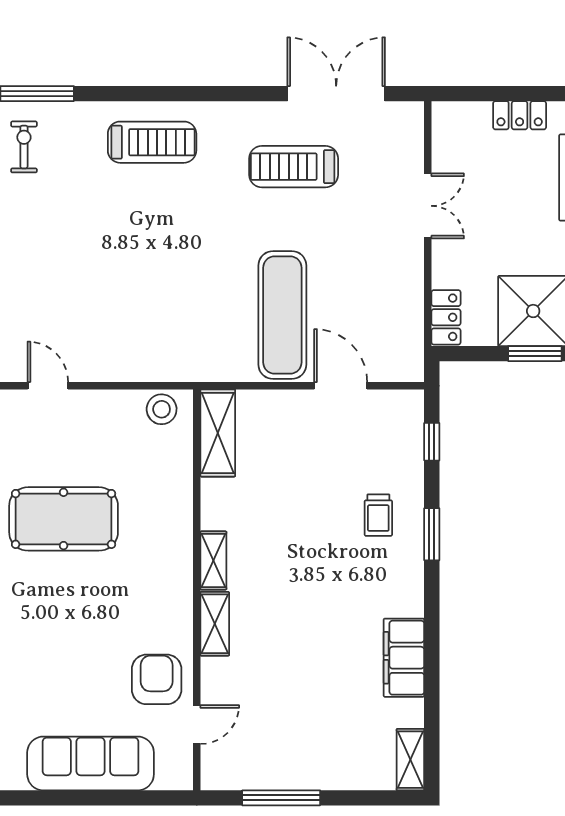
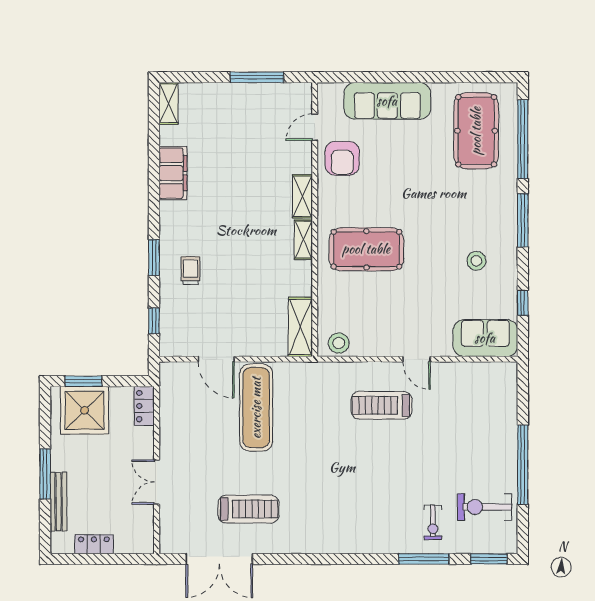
treadmill: (152, 142) -> (382, 405), moved
pool table: (64, 519) -> (366, 249), moved

